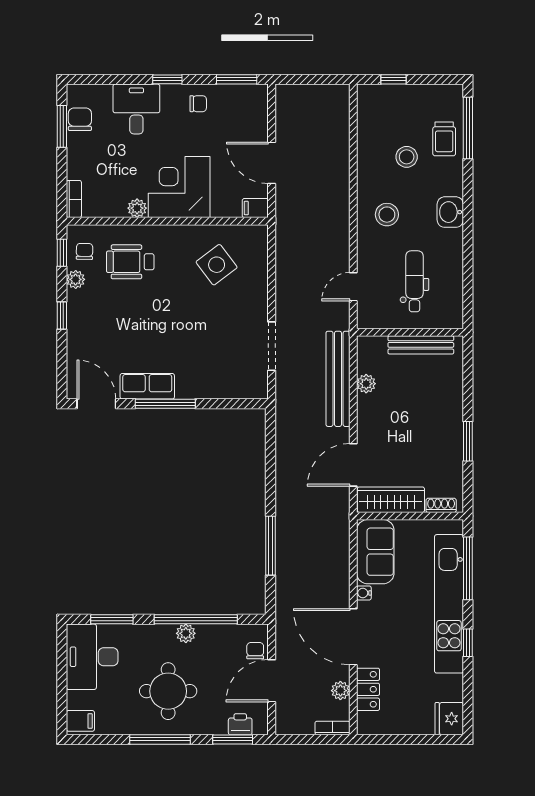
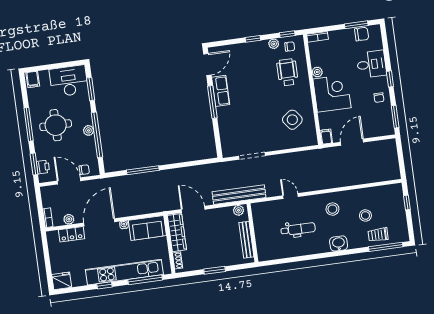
wall: (410, 332) -> (252, 233), moved
bench: (421, 345) -> (246, 240), moved

